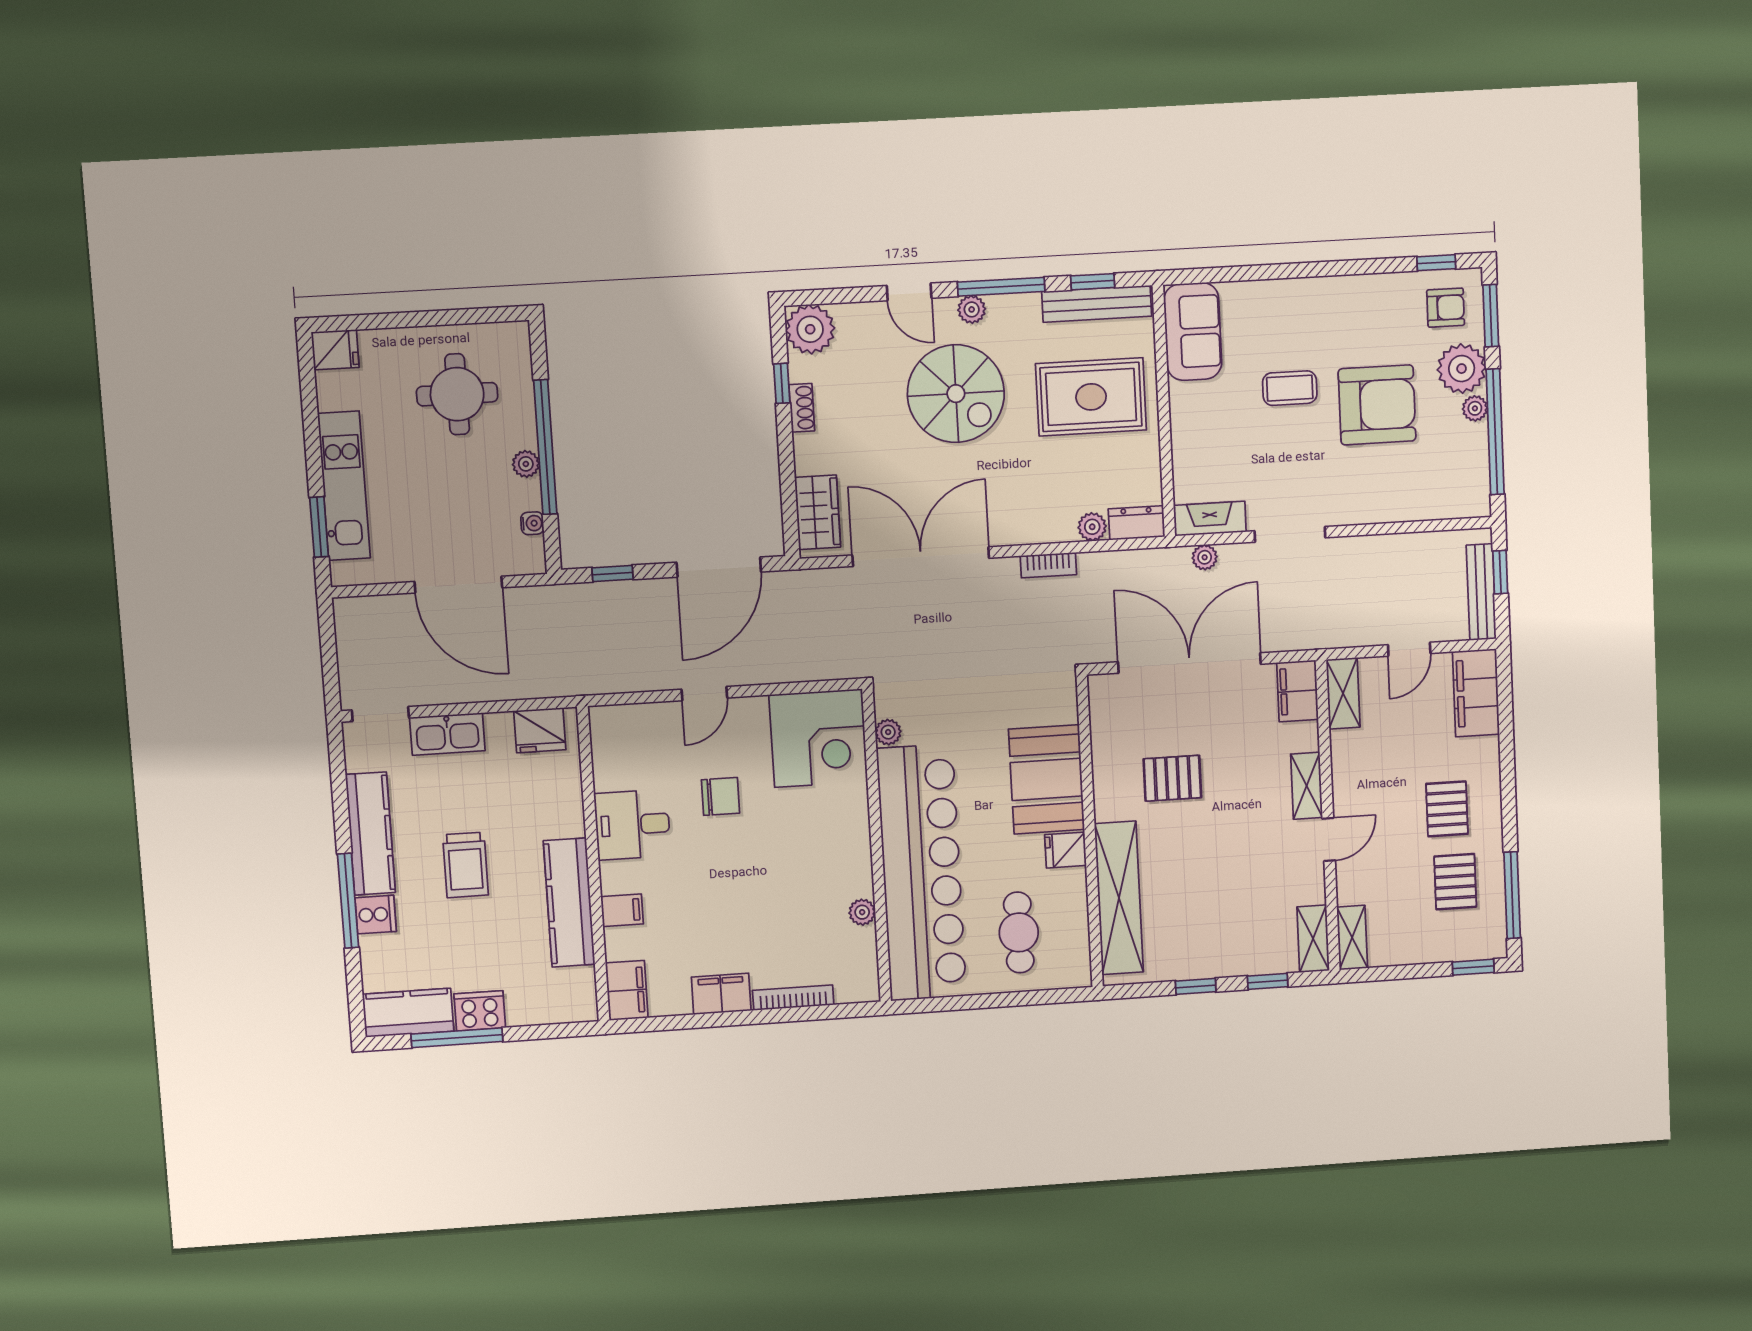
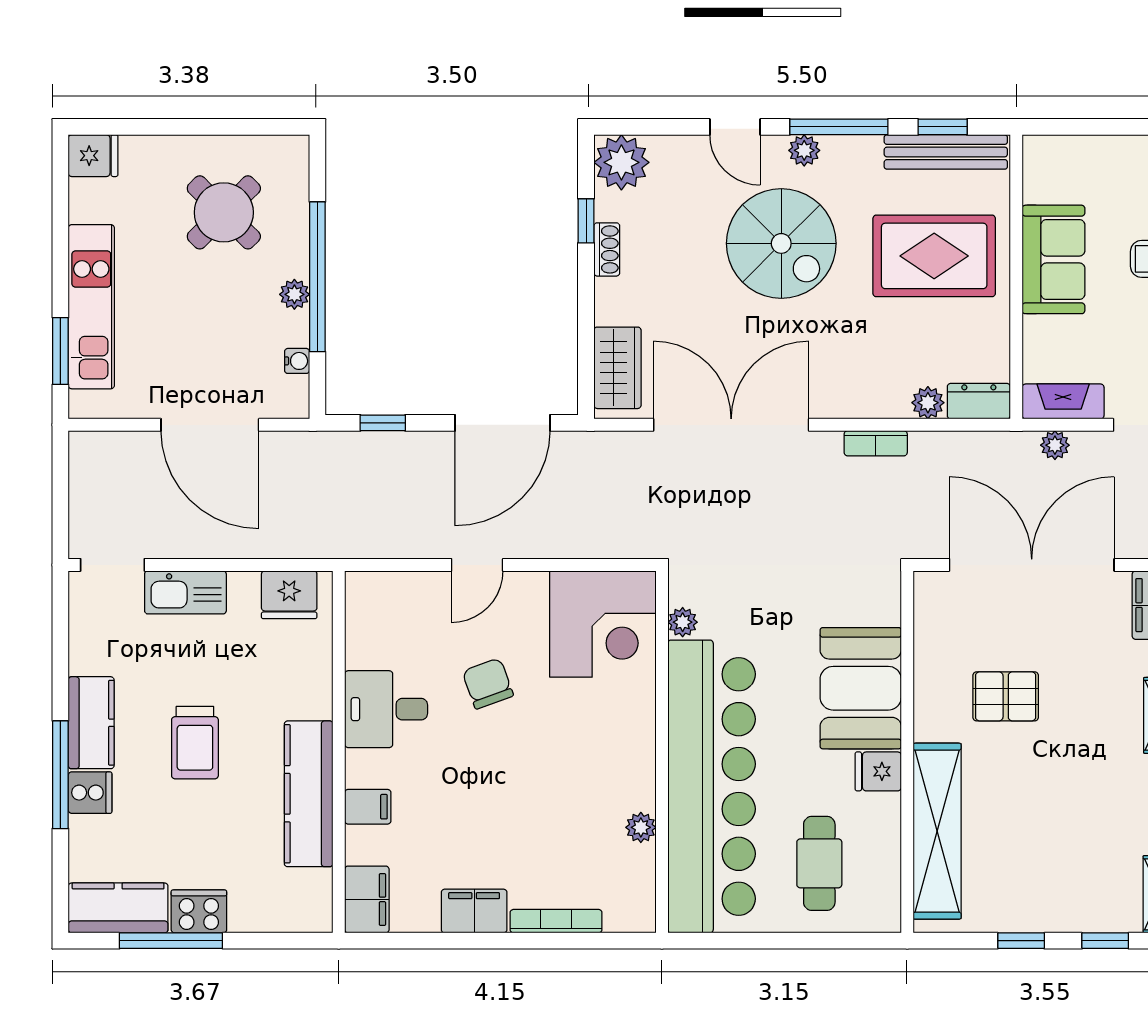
sofa: (1193, 332) -> (1053, 259), moved
round table: (457, 394) -> (224, 212), turned 45
chair: (721, 796) -> (488, 683), turned -110
kitchen counter: (370, 834) -> (91, 723), width x0.67

